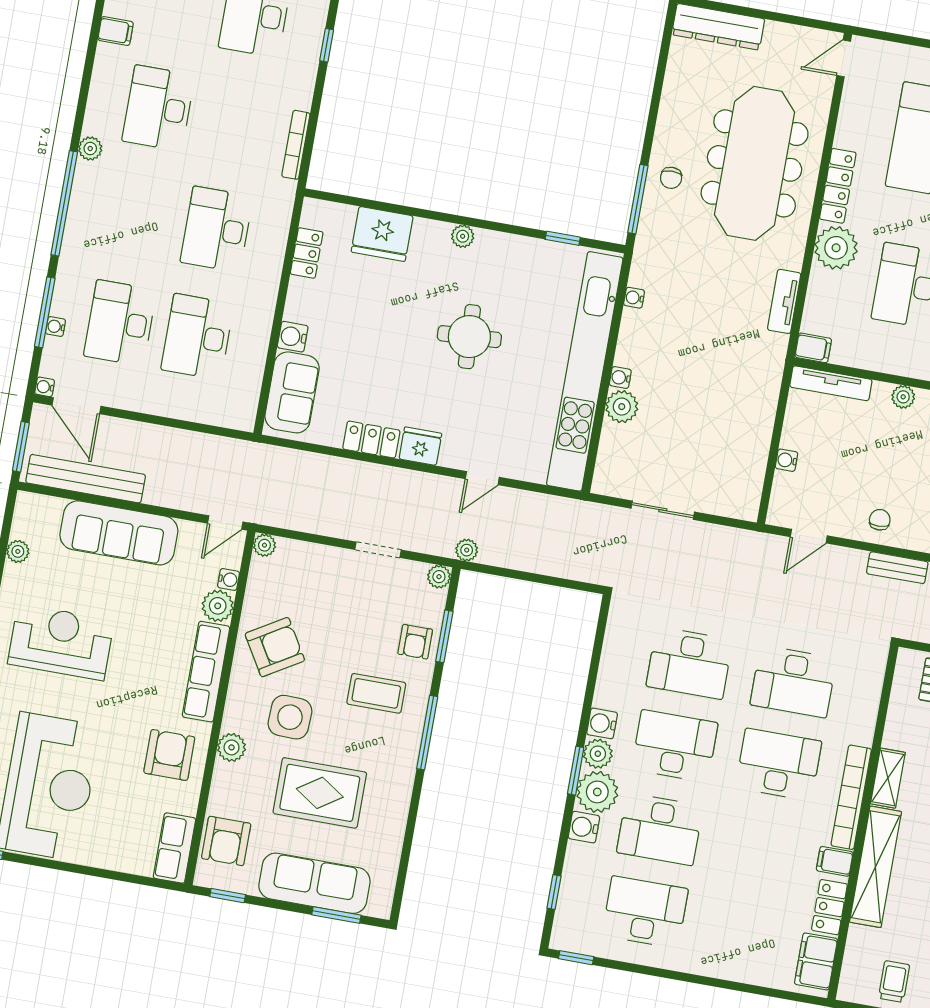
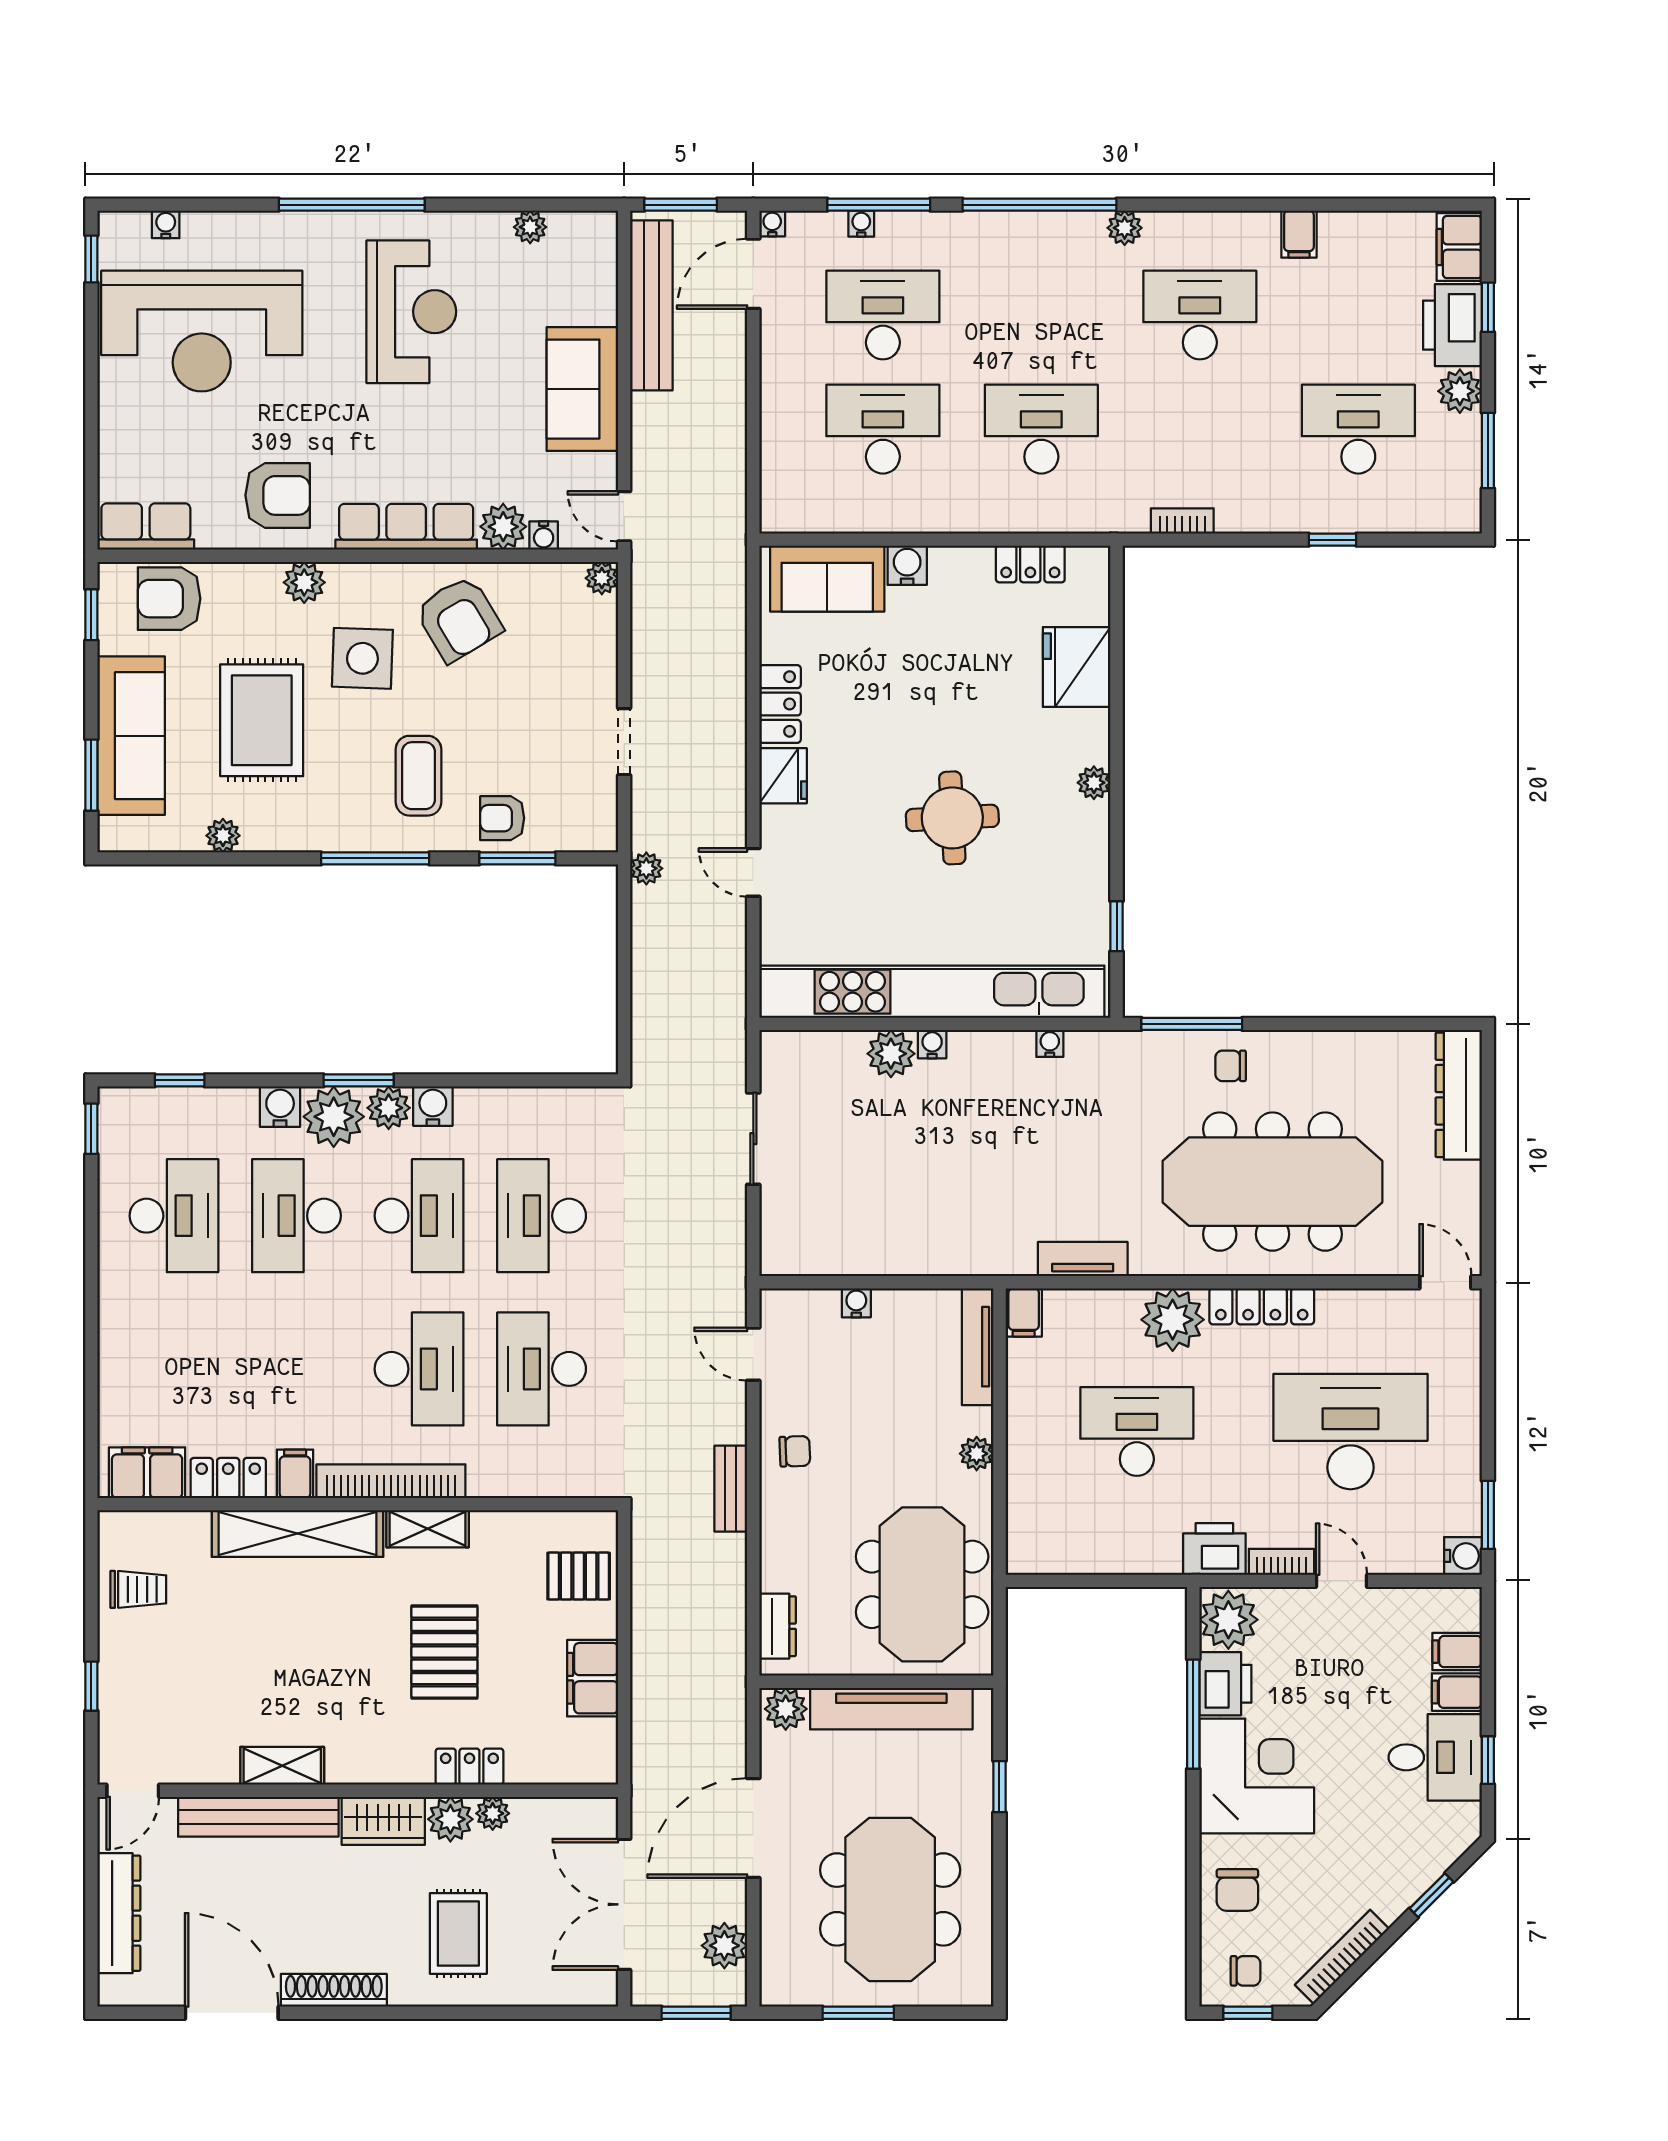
bookcase: (296, 145) -> (1182, 521), width x0.64
sofa: (119, 533) -> (582, 389), width x0.73
plant: (439, 577) -> (223, 836), moved

